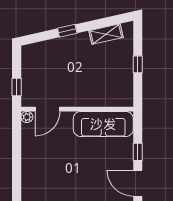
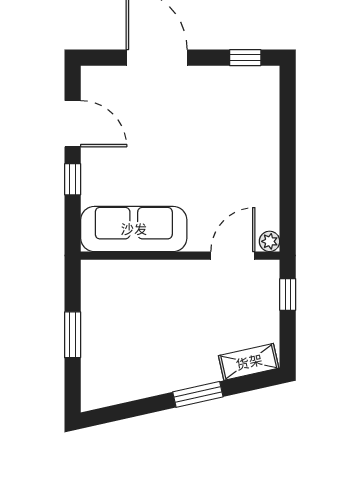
window: (67, 31) -> (198, 394), width x1.50
shelving: (106, 34) -> (249, 362), moved
window: (138, 64) -> (73, 335), width x1.50

